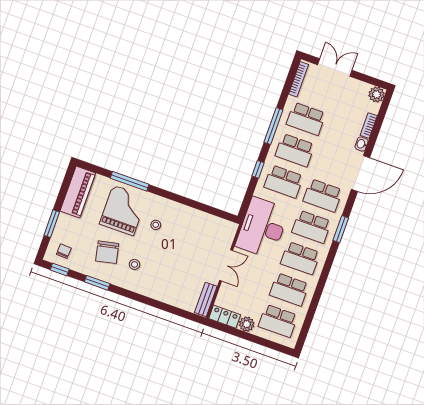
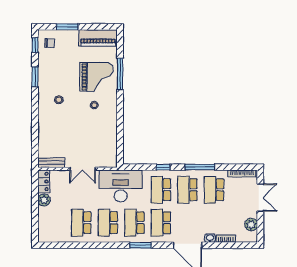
plant: (376, 94) -> (251, 225), moved
chair: (107, 252) -> (61, 76), removed
school desk: (278, 321) -> (55, 223), removed

